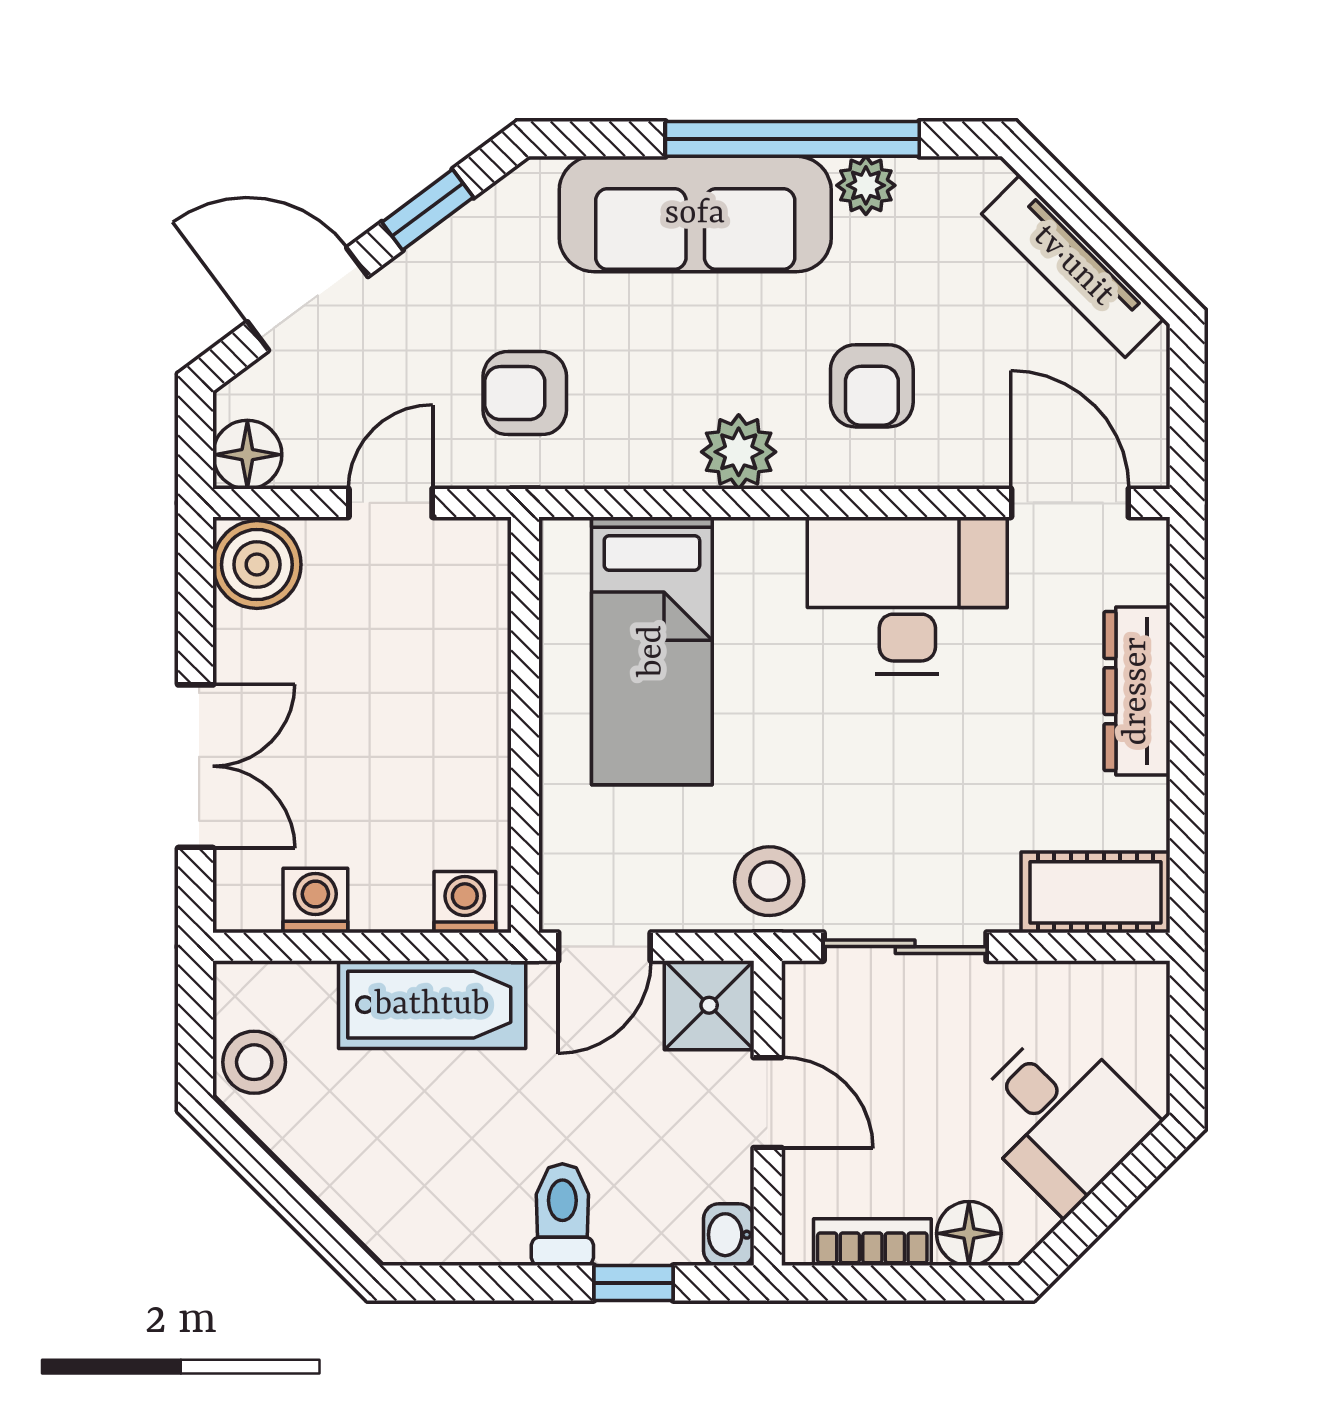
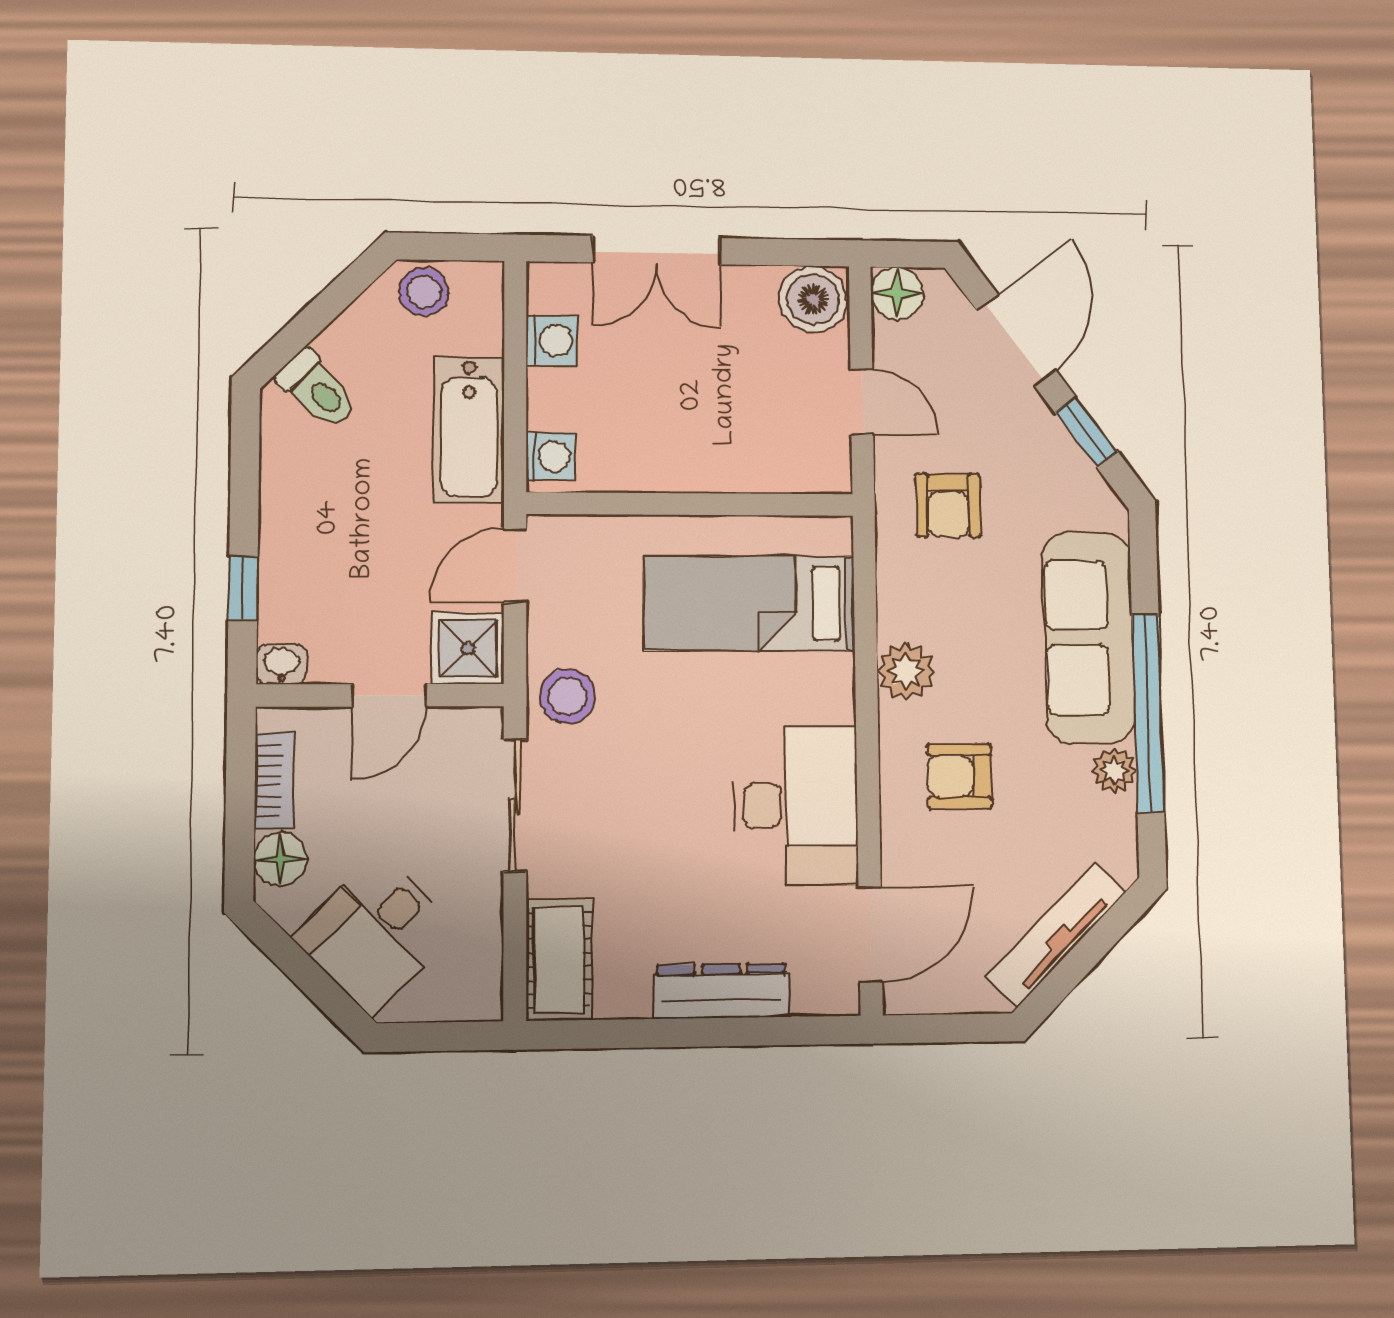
armchair: (525, 393) -> (948, 505), turned 180
door: (604, 947) -> (515, 566), hinge flipped
toilet: (562, 1215) -> (318, 390), moved, turned 45

